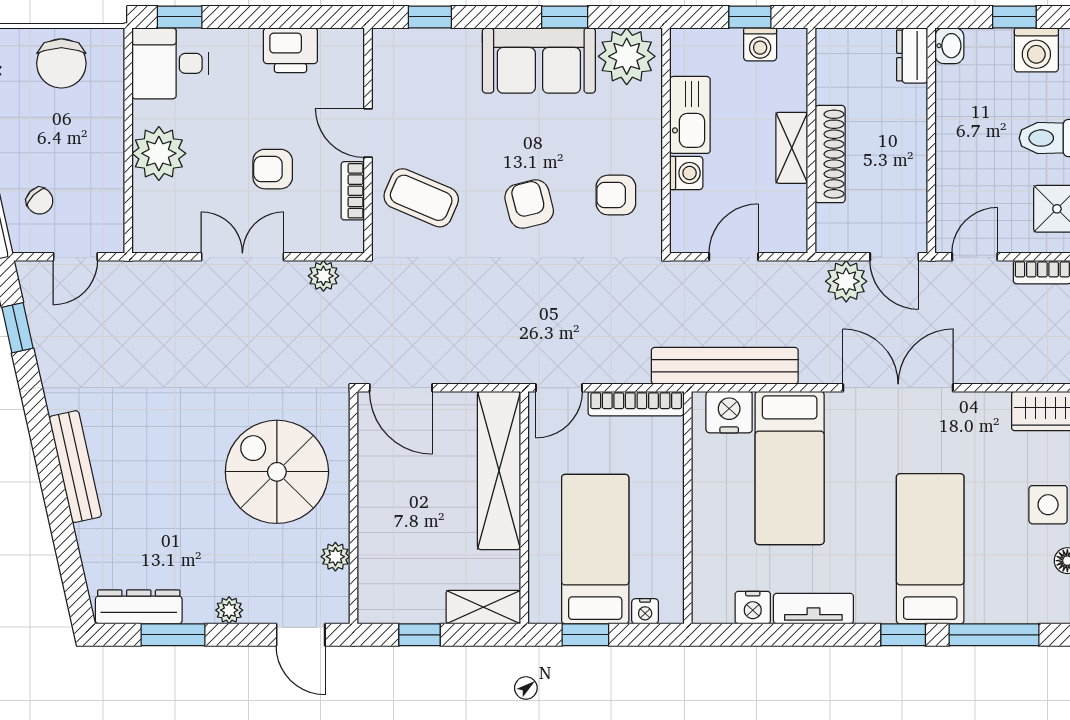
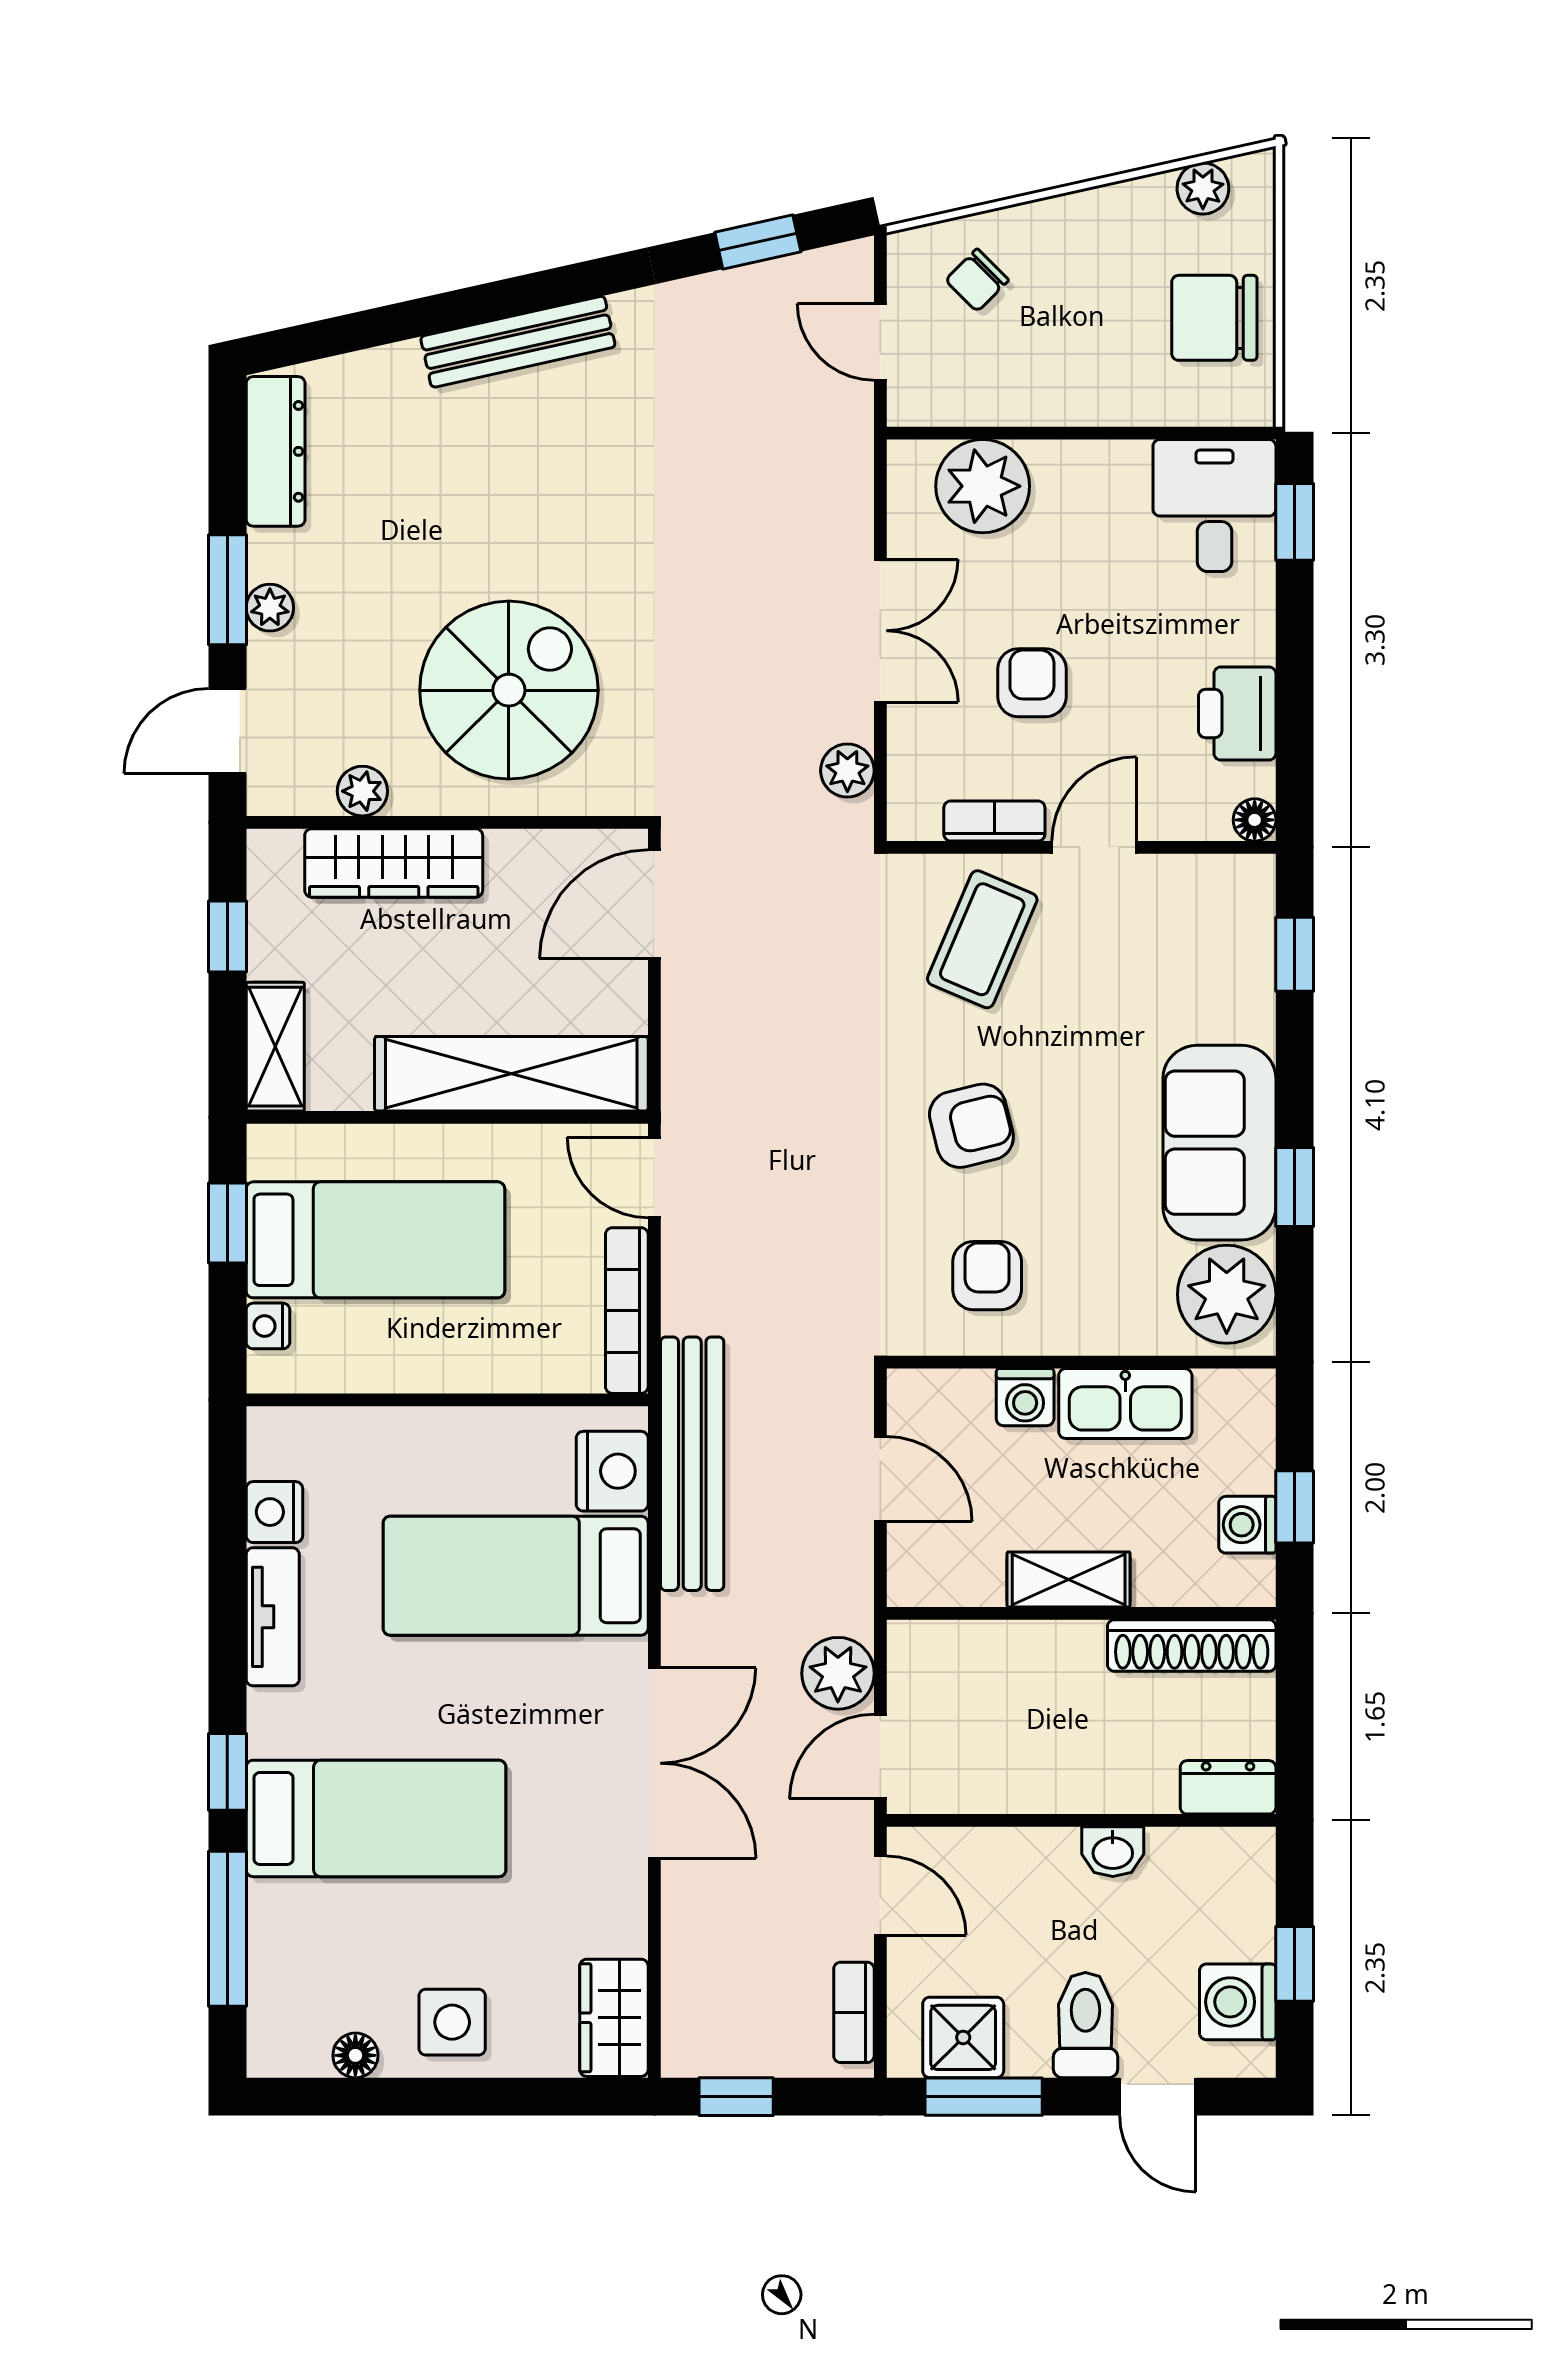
floor lamp: (352, 40) -> (1255, 820), added
washbasin: (949, 46) -> (1113, 1852), moved
plant: (159, 153) -> (983, 486), moved
shoe rack: (830, 154) -> (1192, 1646), moved
wardrobe: (377, 539) -> (394, 863), added
window: (173, 635) -> (227, 590), moved

